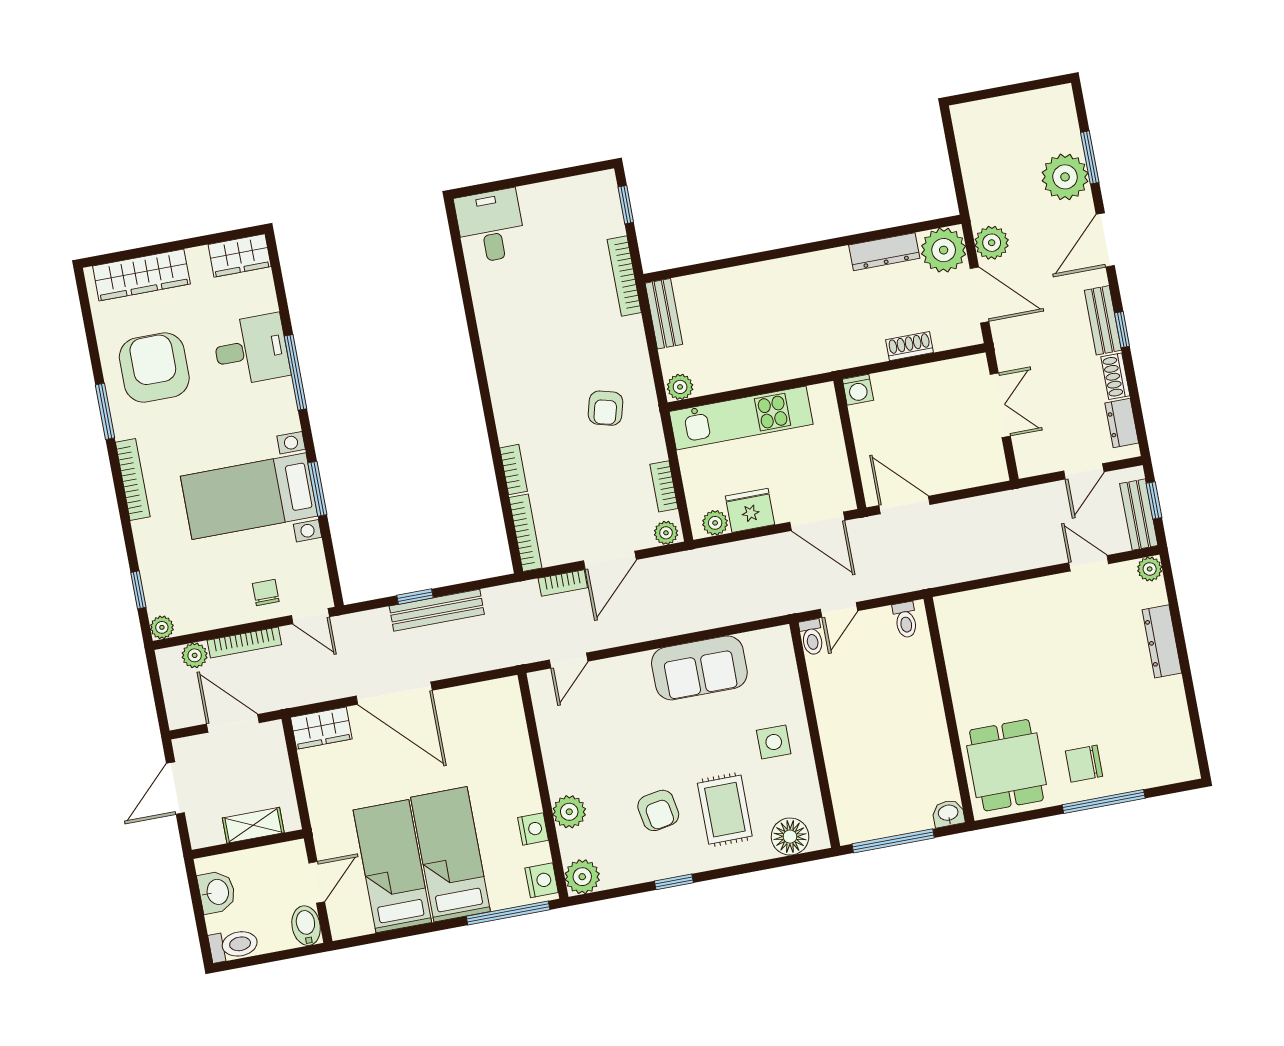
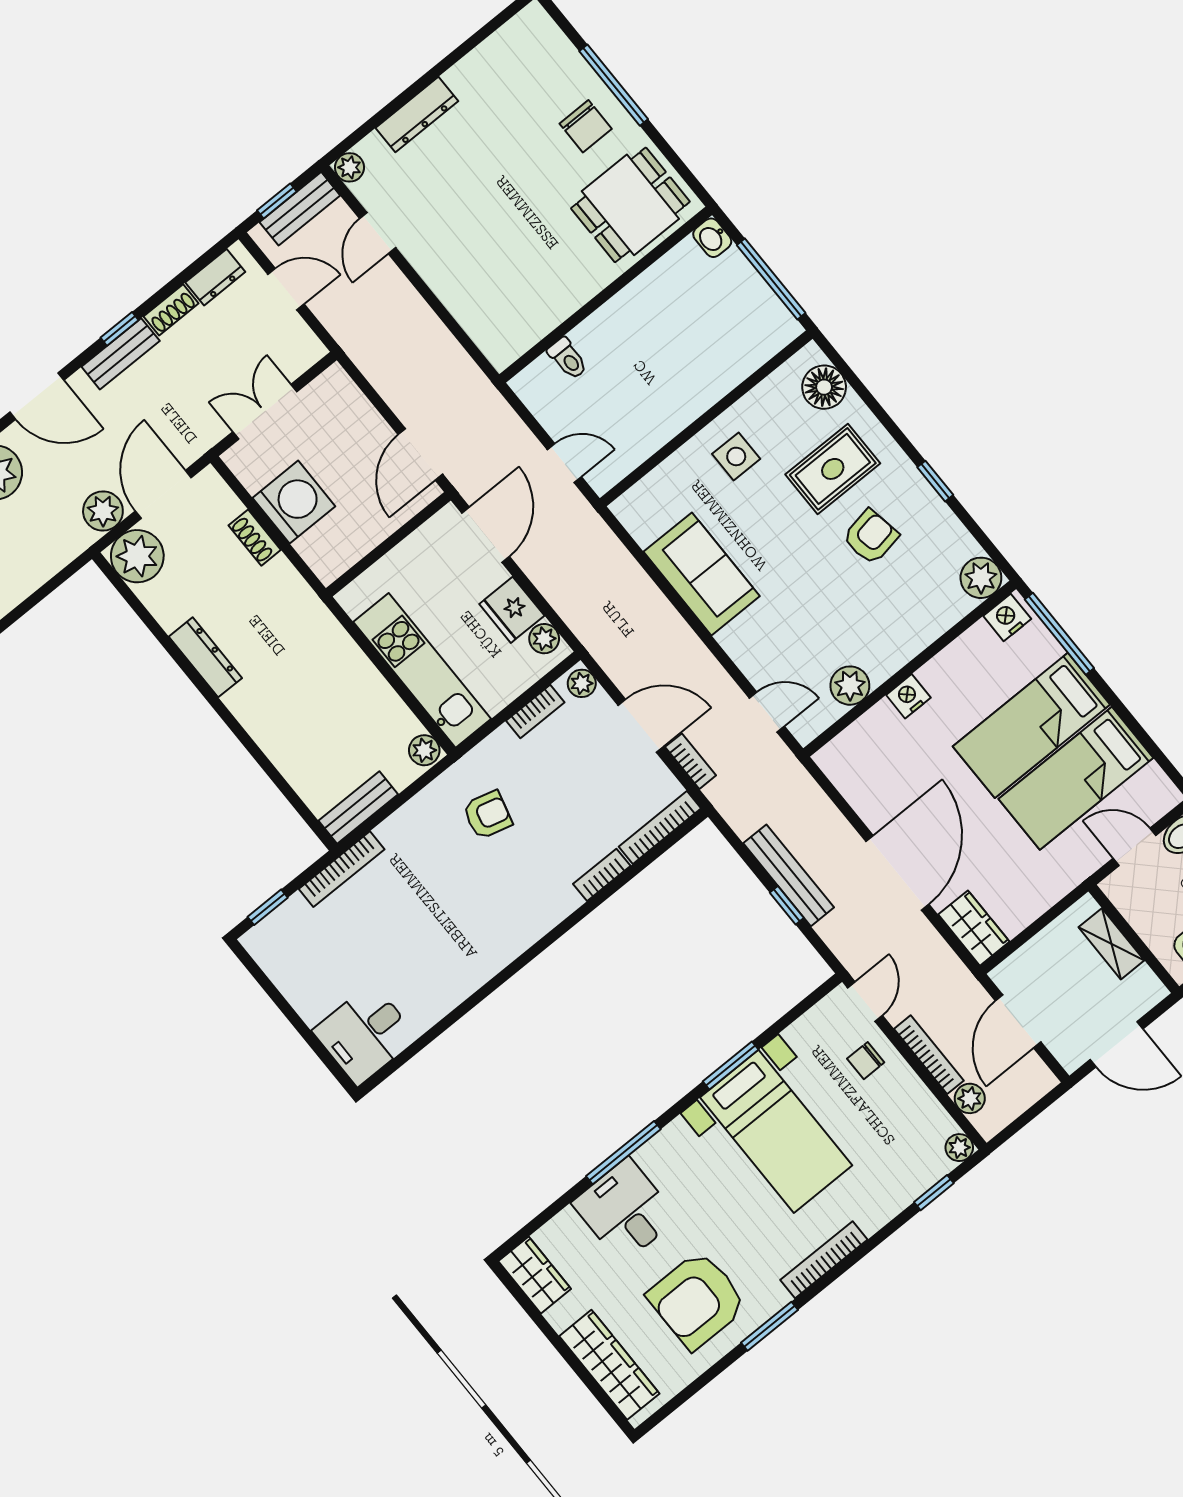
dresser: (884, 252) -> (205, 657), moved
washing machine: (858, 390) -> (294, 502), moved, width x1.89, depth x1.89
toilet: (905, 620) -> (568, 358), moved, turned 90
toilet: (812, 637) -> (608, 476), removed
plant: (569, 812) -> (850, 686), moved
nightstand: (533, 829) -> (908, 696), moved

